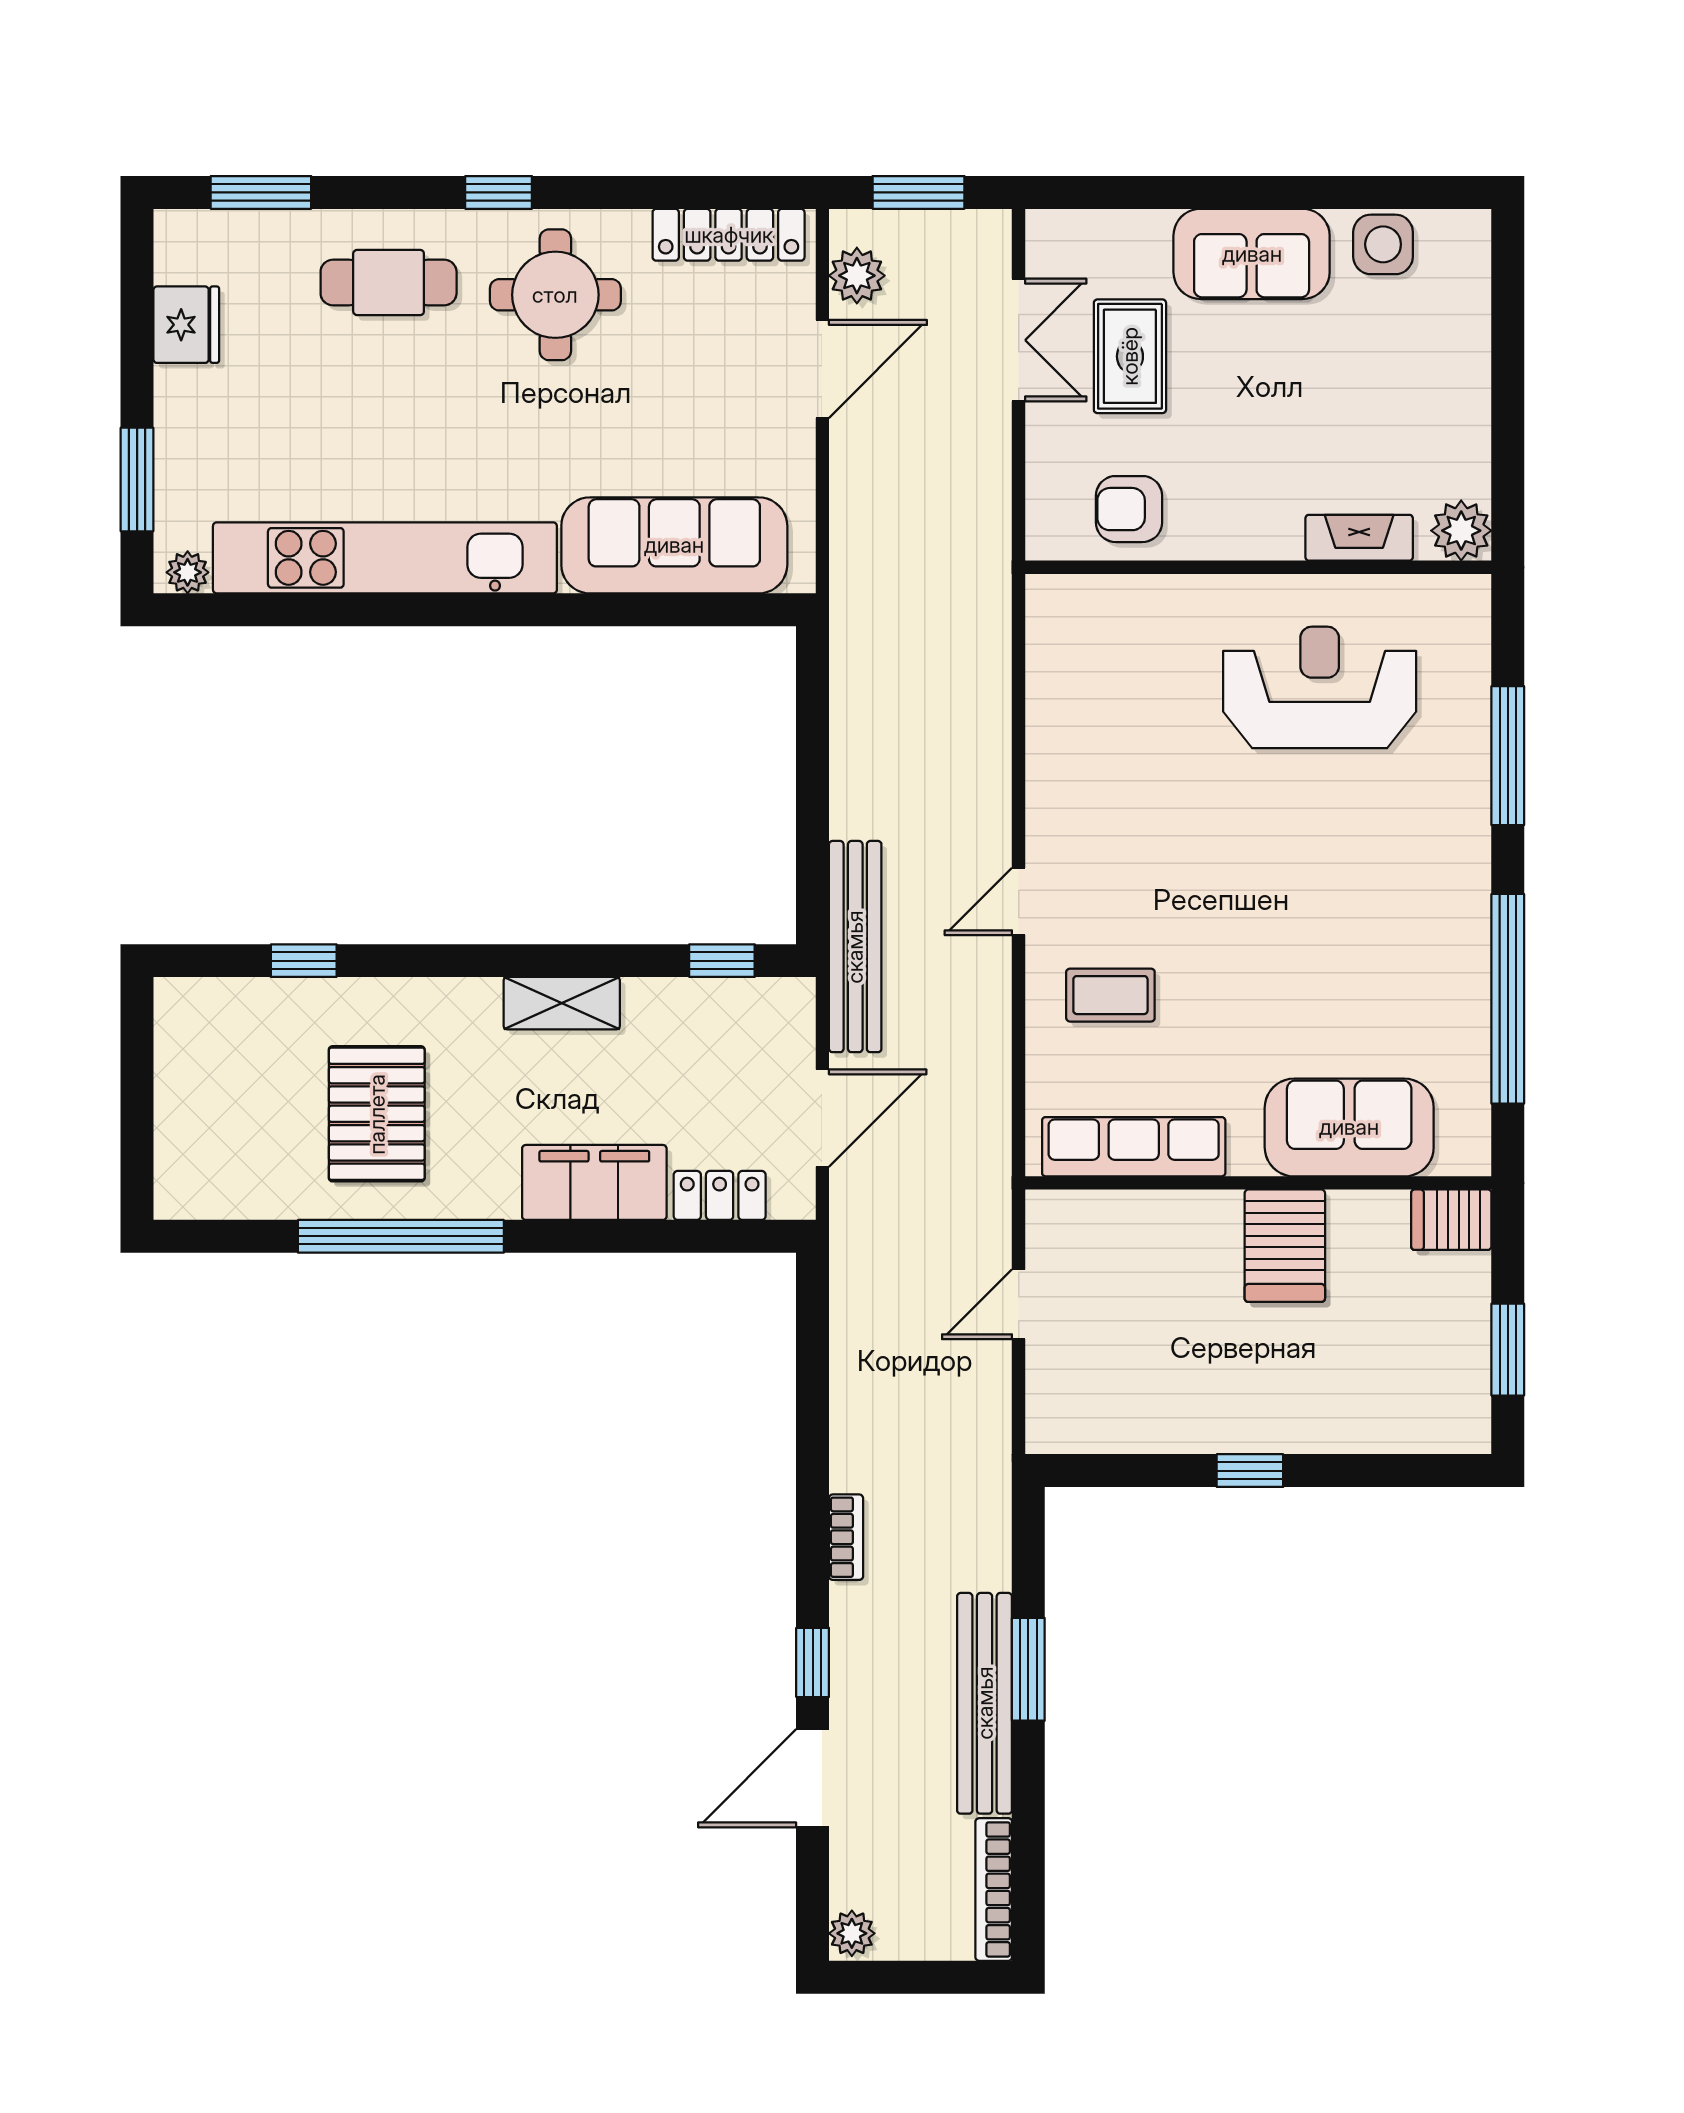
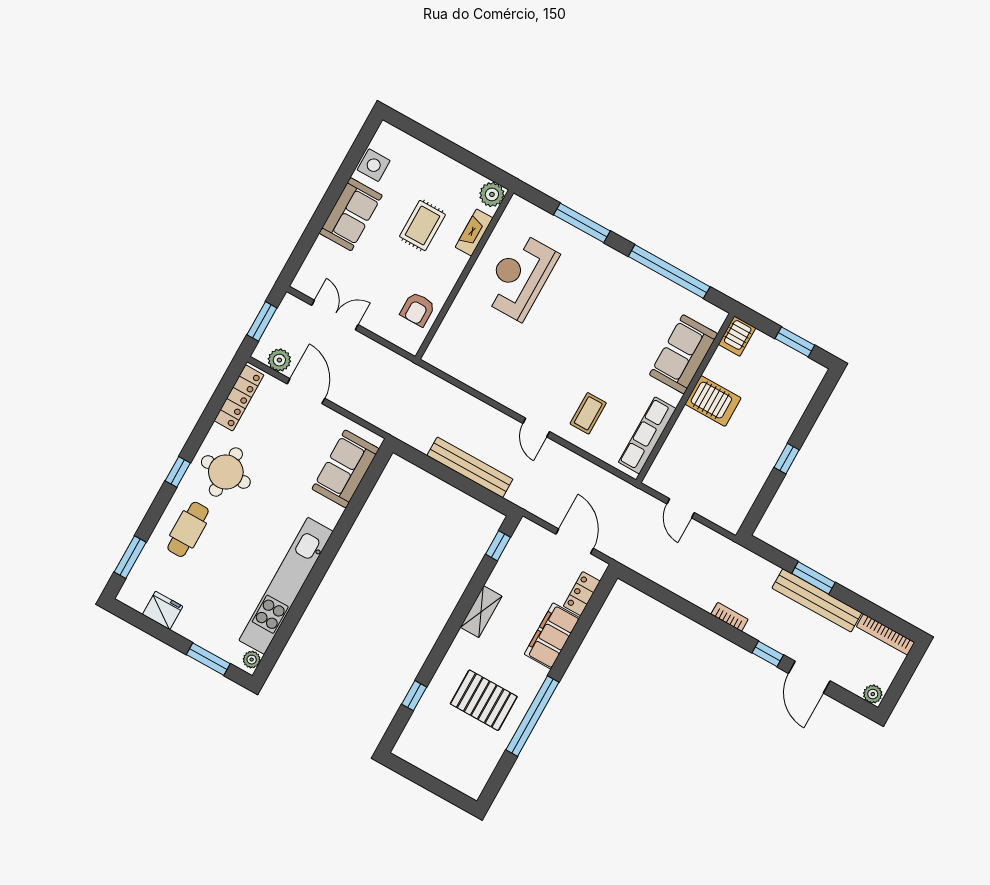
rug: (1130, 356) -> (422, 225), moved, turned 90
sofa: (674, 545) -> (346, 469), width x0.73
bench: (855, 947) -> (470, 467), moved

